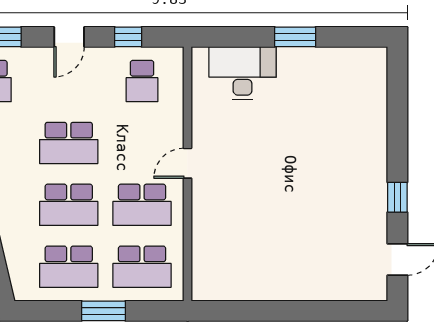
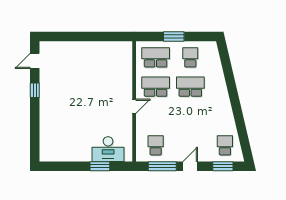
window: (128, 37) -> (162, 166), width x2.17
window: (295, 37) -> (100, 166), moved
school desk: (69, 143) -> (190, 116), removed
school desk: (69, 267) -> (190, 57), width x0.54

